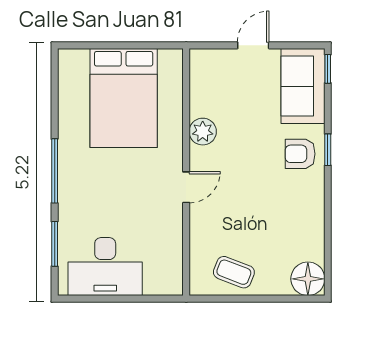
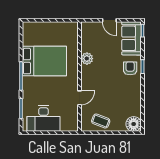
door: (253, 45) -> (109, 20), swing flipped
bed: (124, 98) -> (44, 61), moved, turned -90
armchair: (300, 154) -> (130, 68), turned 90
door: (186, 187) -> (80, 98), moved

